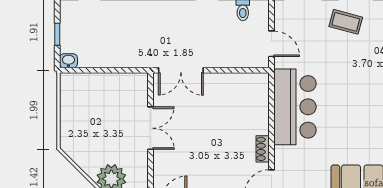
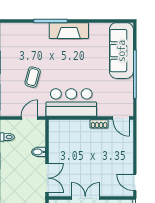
coffee table: (346, 22) -> (33, 77), moved
bidet: (220, 57) -> (38, 152), added

